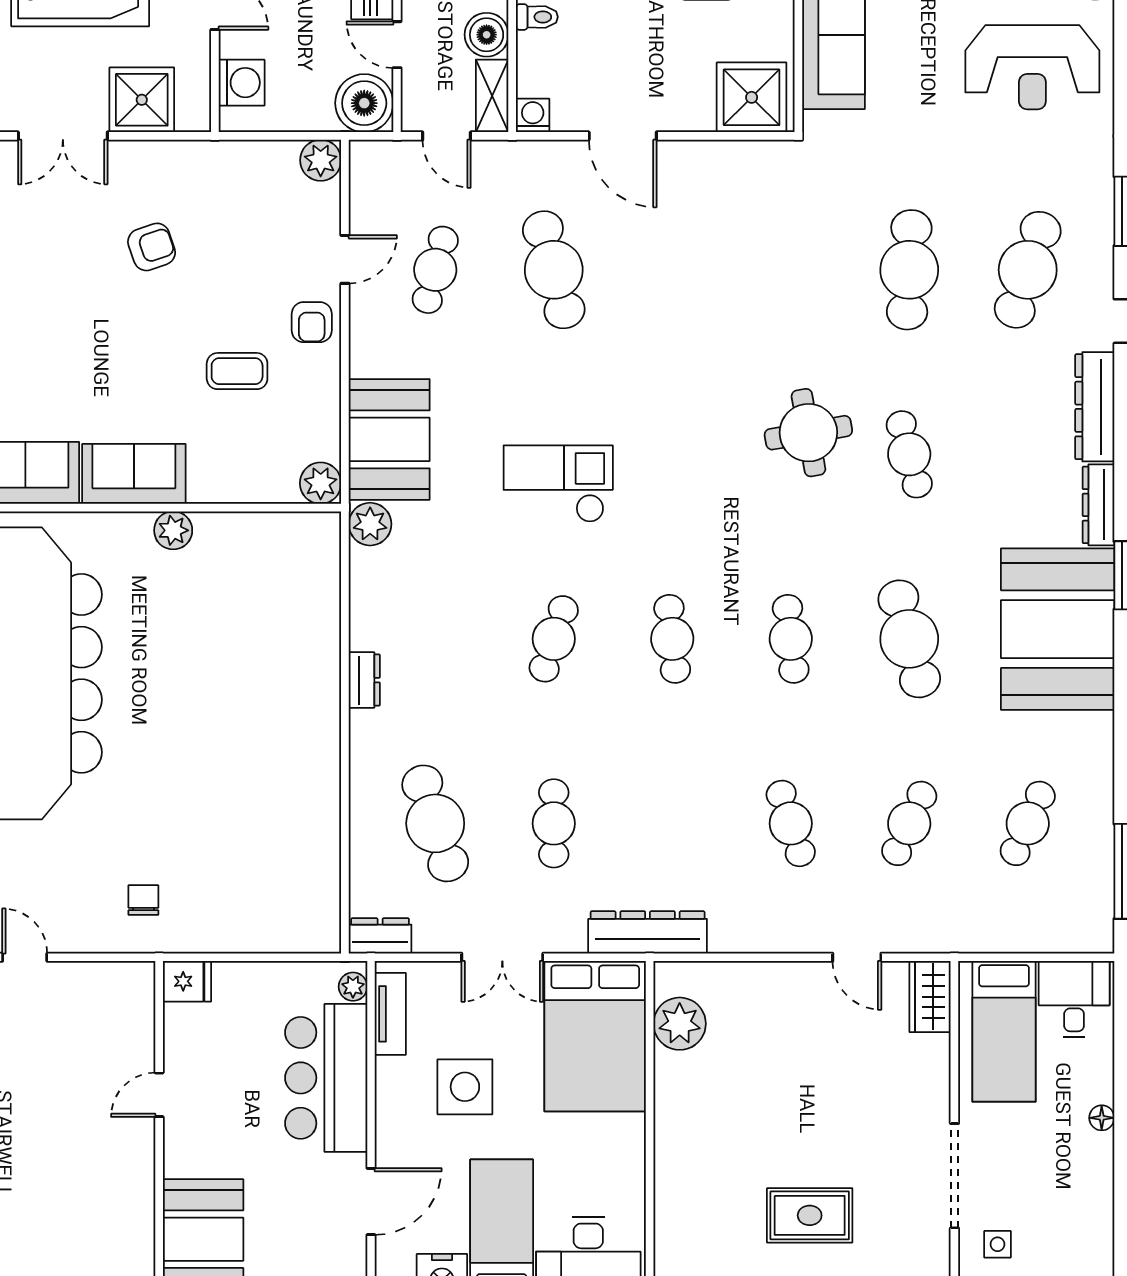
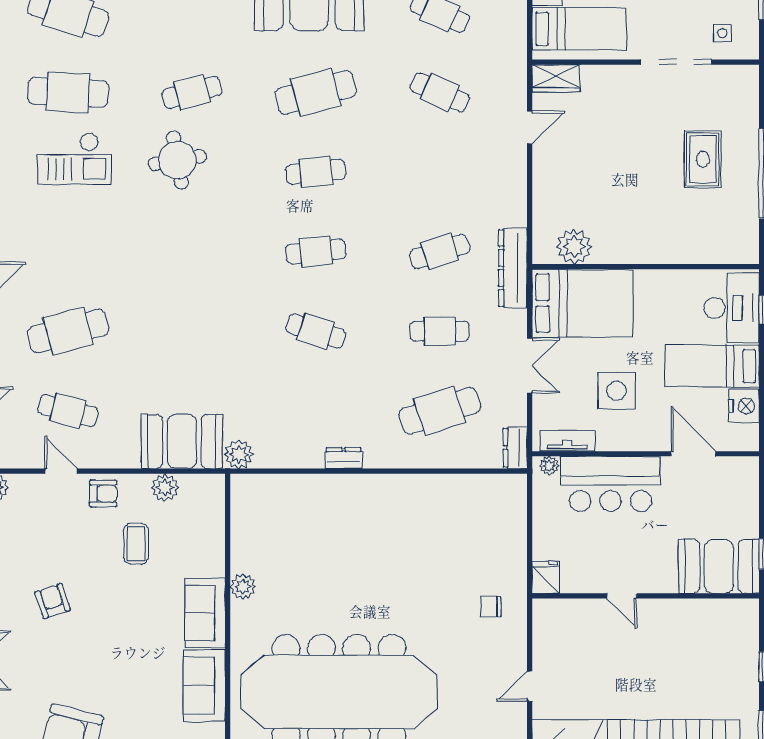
plant: (321, 483) -> (165, 488), moved
checkout: (558, 484) -> (74, 158), moved, turned -90
cafe table: (791, 823) -> (440, 252), moved

